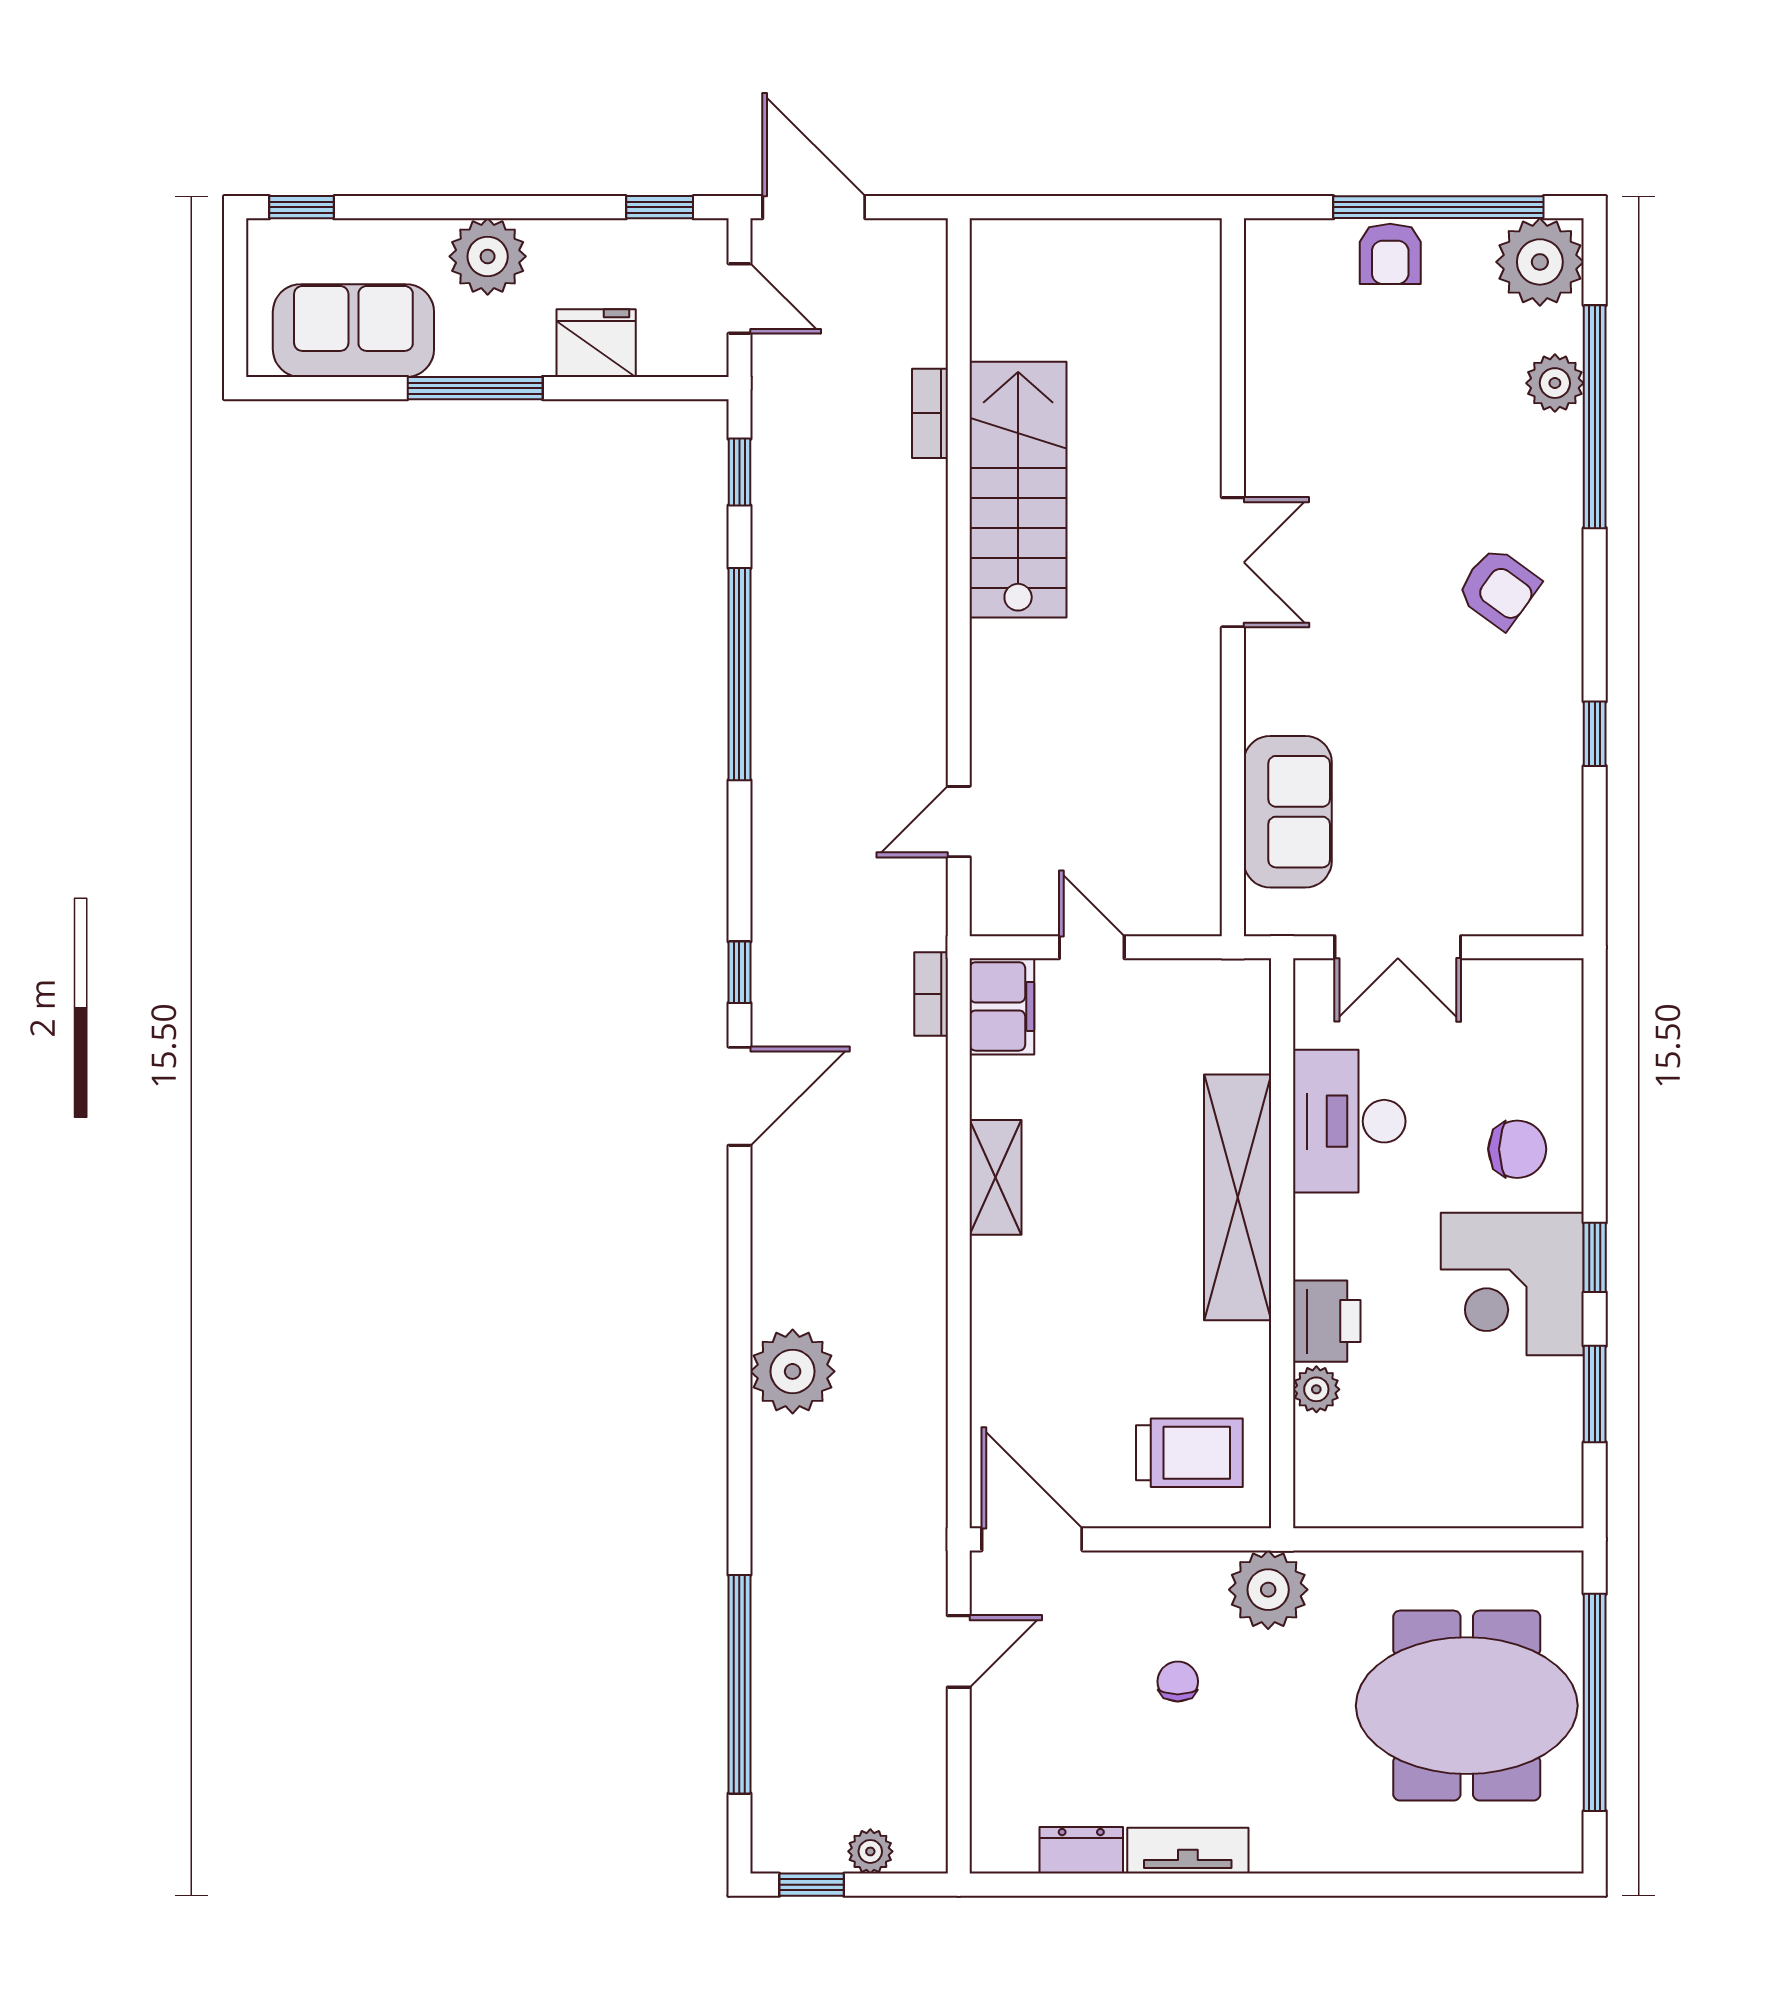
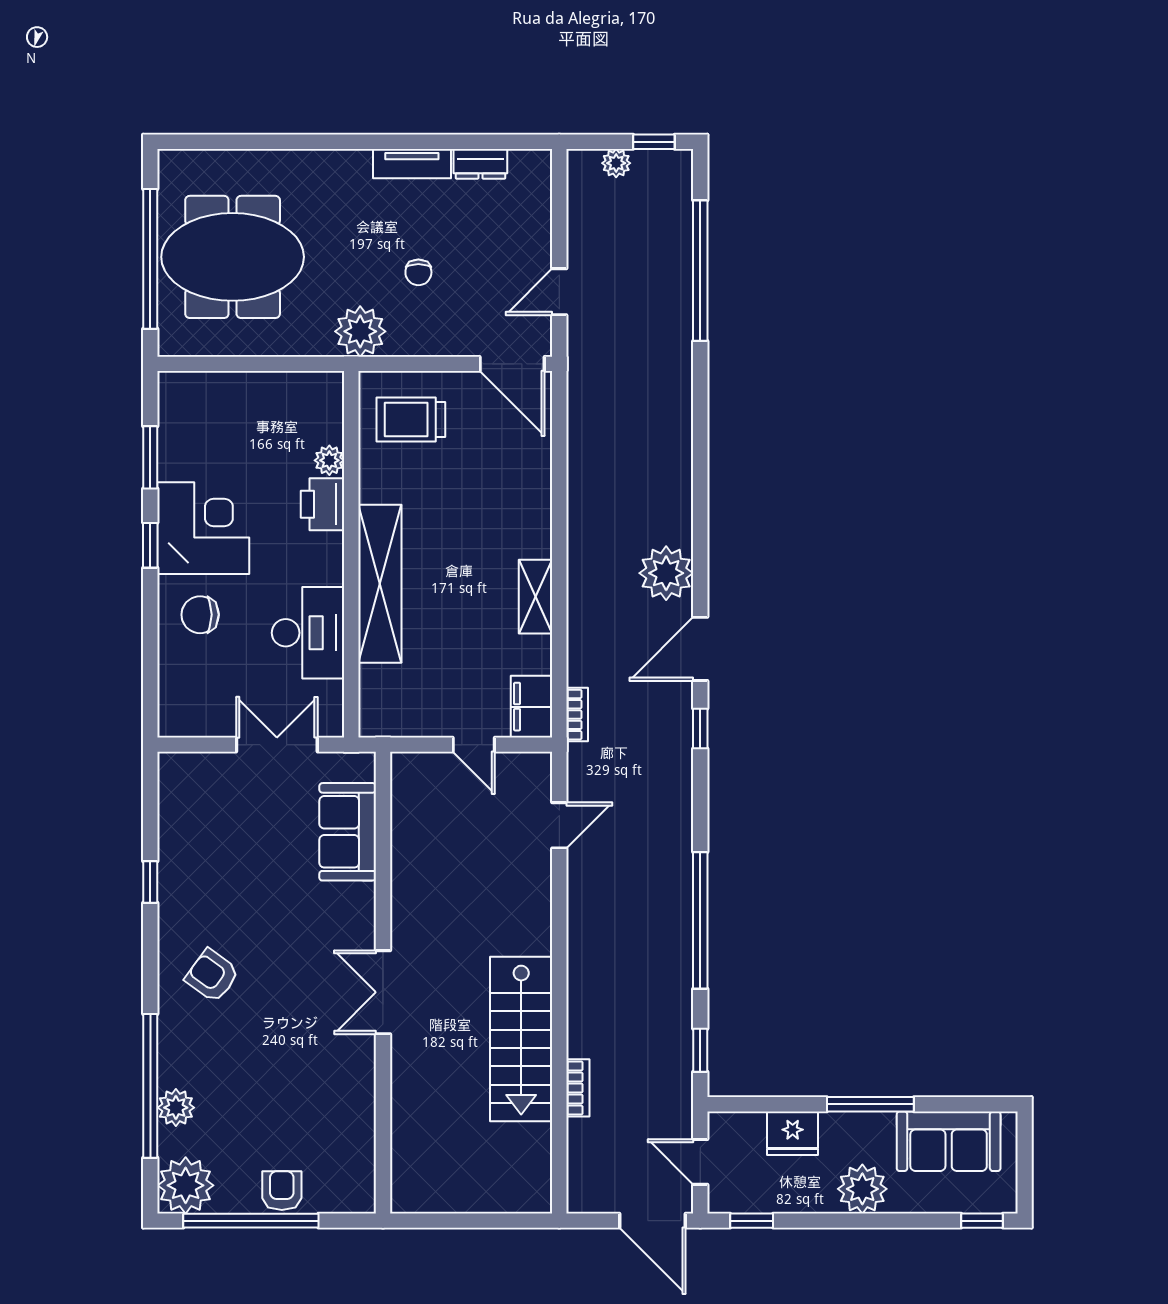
plant: (793, 1371) -> (666, 573), moved

